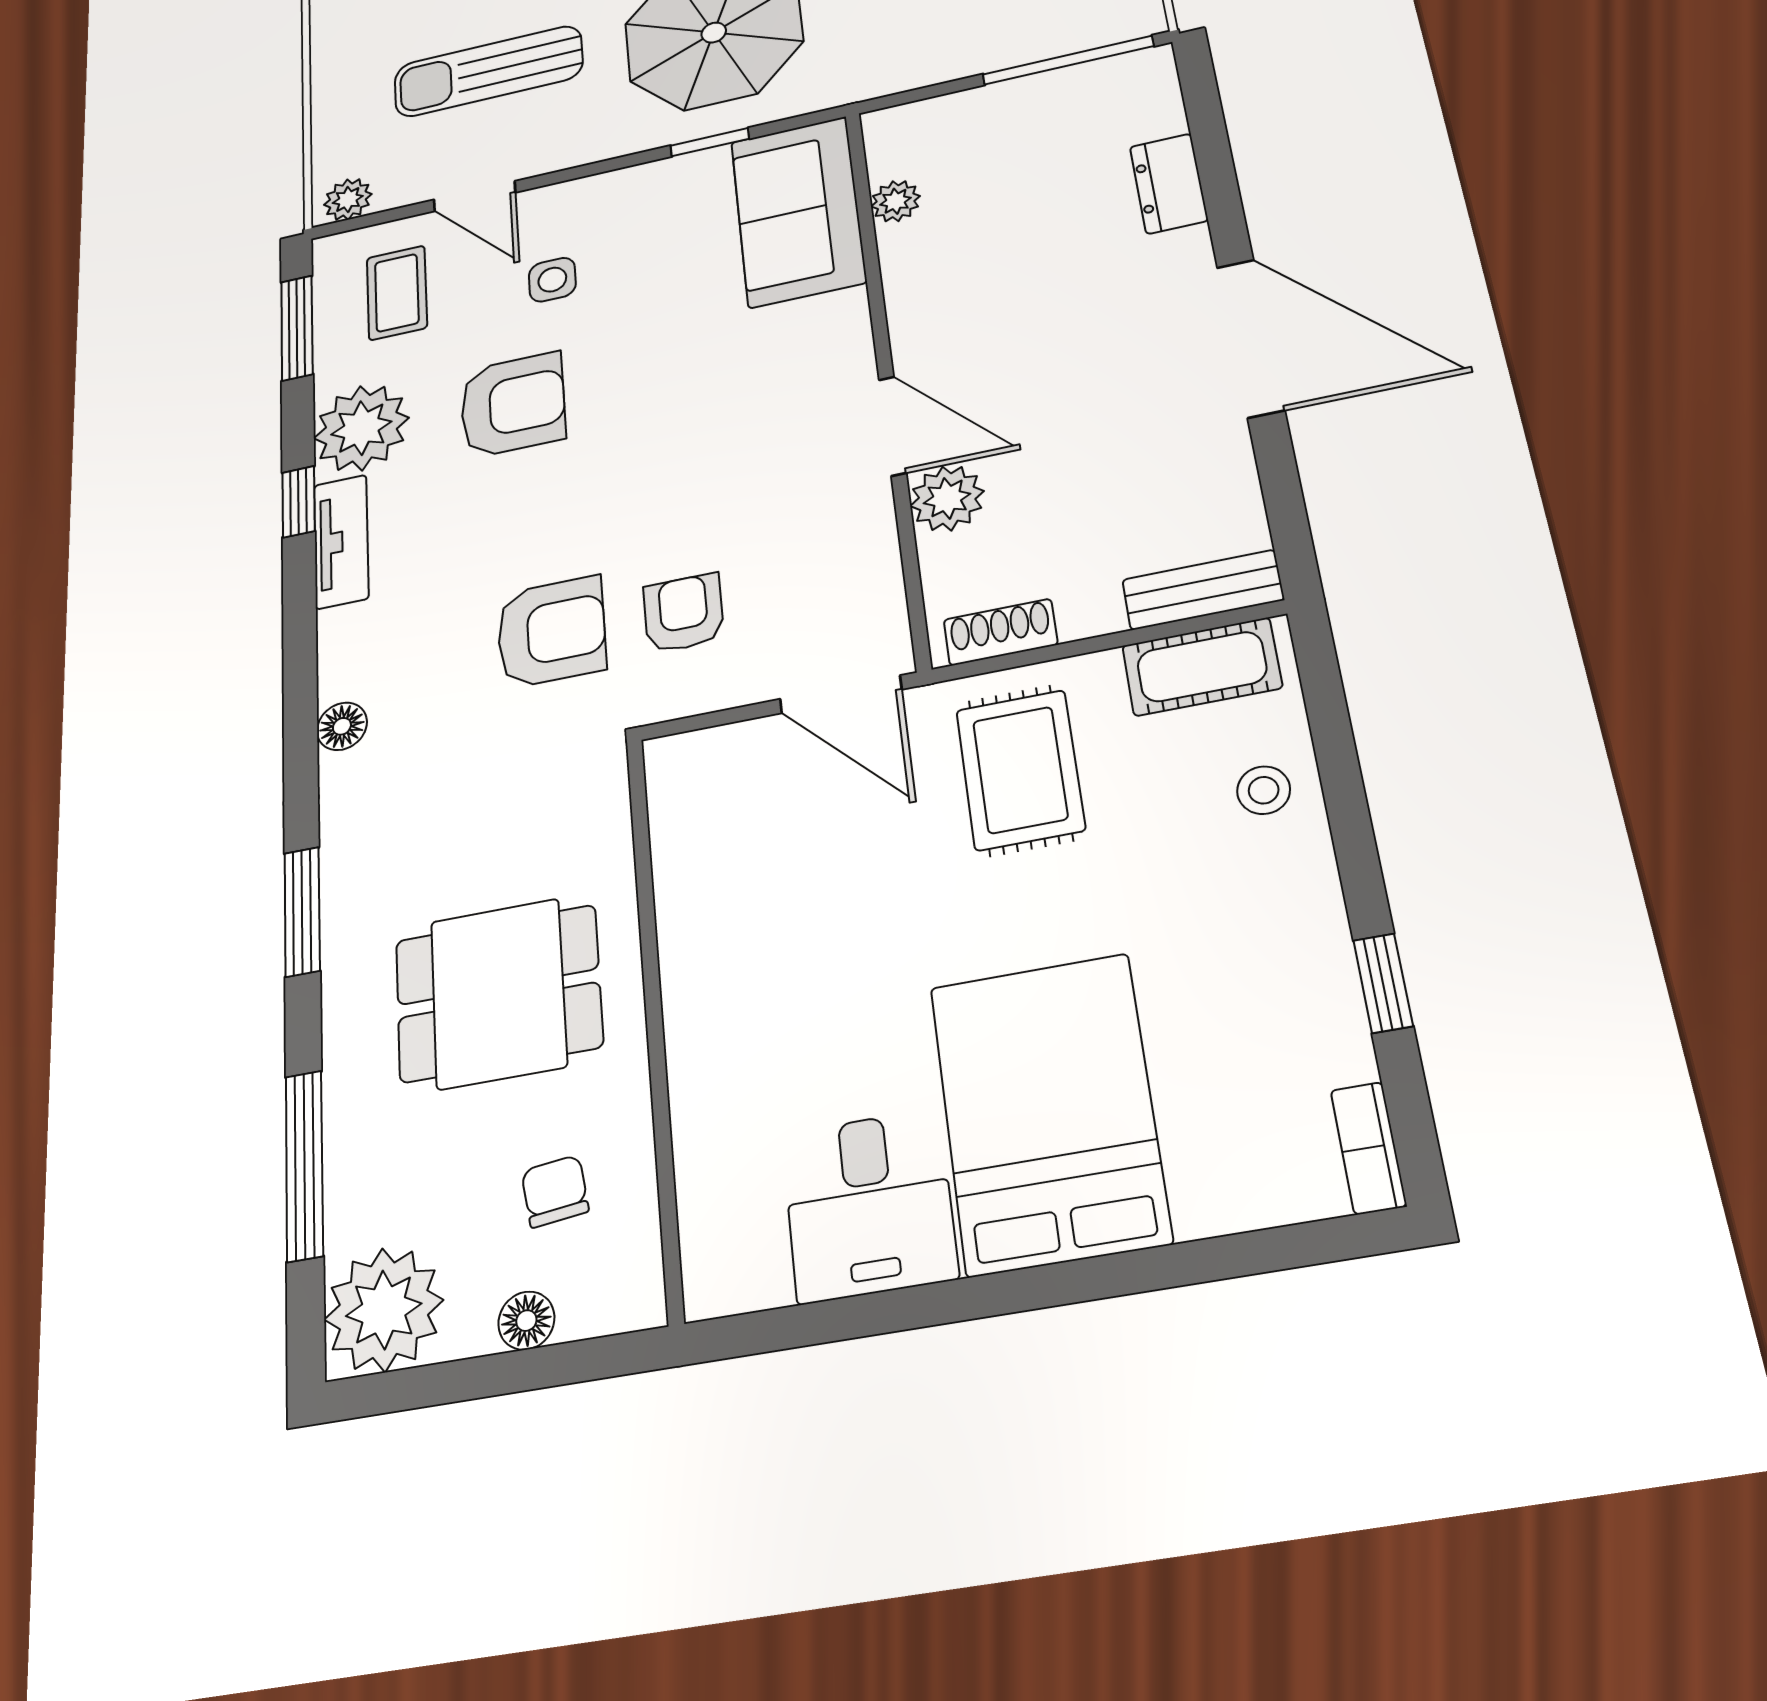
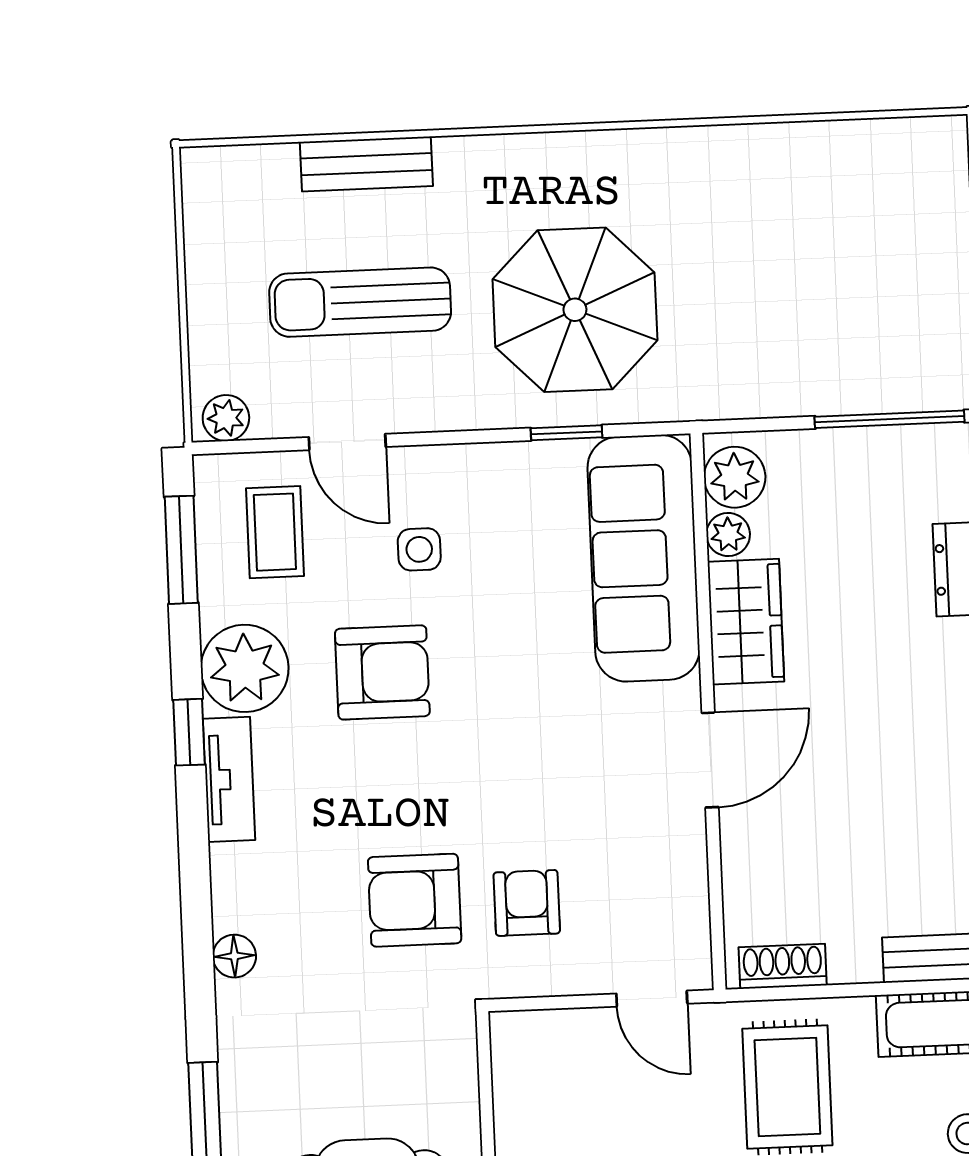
sofa: (798, 211) -> (644, 558), width x1.36
wardrobe: (923, 281) -> (746, 622), added
door: (893, 426) -> (710, 760), hinge flipped
plant: (947, 498) -> (735, 477), moved
armchair: (551, 632) -> (415, 900), turned 180
door: (841, 694) -> (652, 999), width x0.73

